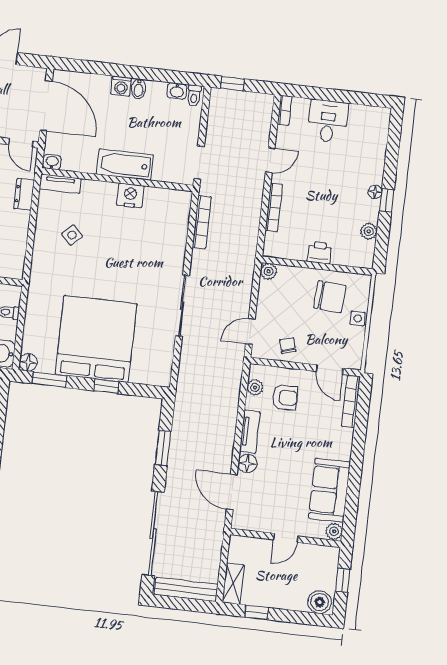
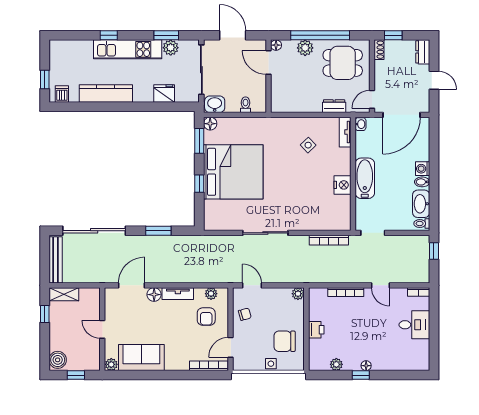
washbasin: (177, 91) -> (421, 204), width x1.91, depth x1.45
chair: (330, 297) -> (285, 341), turned 86

